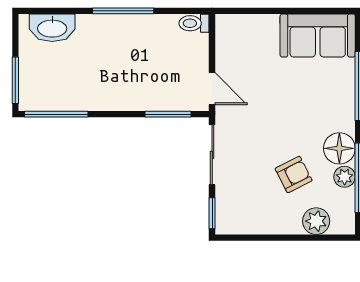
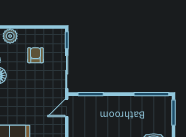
door: (212, 89) -> (67, 108), hinge flipped
armchair: (294, 174) -> (35, 55), moved, turned 117

